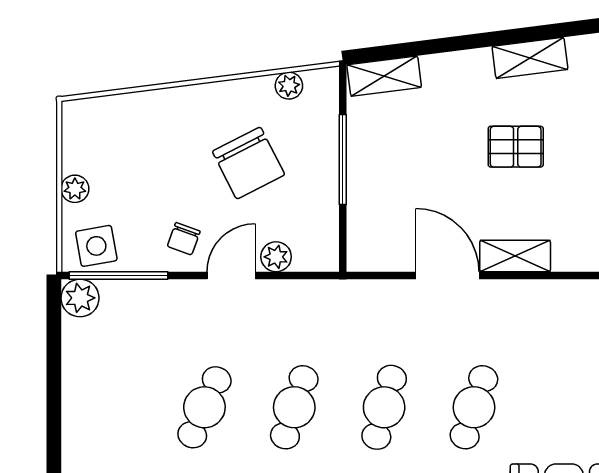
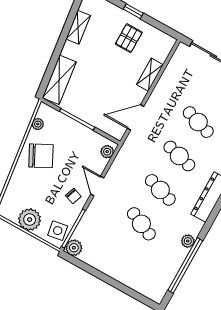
shelving: (384, 76) -> (59, 80), width x1.50, depth x1.33
pallet: (516, 147) -> (129, 38), moved
chair: (249, 163) -> (41, 156), moved
plant: (75, 189) -> (30, 220), width x1.88, depth x1.88
plant: (276, 257) -> (107, 152), moved
door: (447, 275) -> (136, 117), moved

